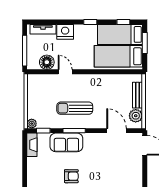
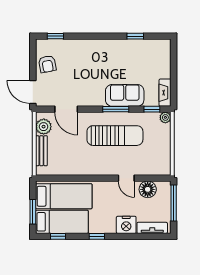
sun lounger: (75, 108) -> (115, 136), width x1.36, depth x1.34
armchair: (71, 176) -> (47, 64), moved, turned -101

